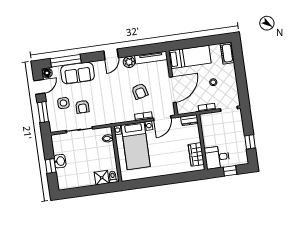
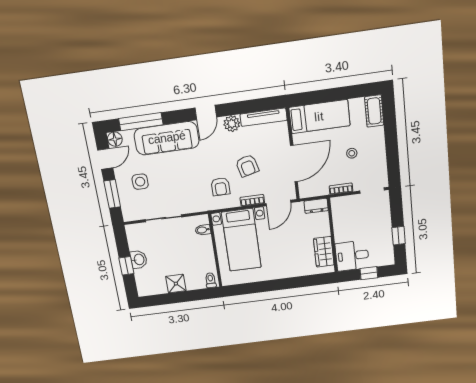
sofa: (77, 73) -> (167, 138), width x1.36
armchair: (82, 107) -> (220, 187), moved
shower: (102, 178) -> (176, 284), moved

